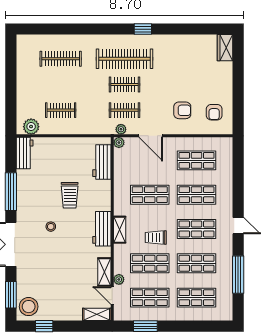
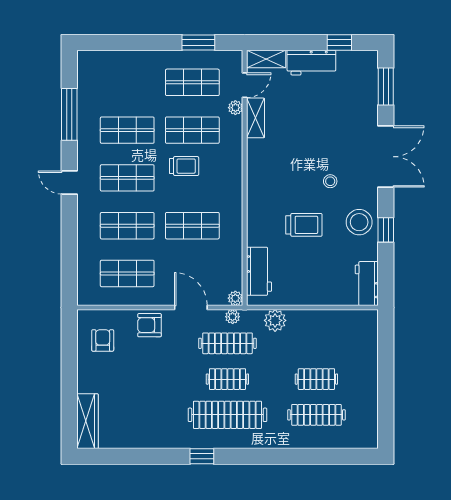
wardrobe: (225, 48) -> (87, 421), width x1.50
clothes rail: (61, 110) -> (316, 379), moved
clothes rail: (125, 110) -> (227, 343), width x1.36
armchair: (182, 110) -> (149, 325), moved
plant: (31, 127) -> (275, 320), moved
window: (11, 192) -> (386, 230), width x0.46
trolley: (70, 195) -> (304, 225), turned 90
workbench: (102, 229) -> (311, 63), moved, turned 90
shelving: (120, 230) -> (234, 177), removed
door: (112, 296) -> (245, 85), hinge flipped
shop shelf: (197, 298) -> (127, 82), removed
stool: (29, 307) -> (359, 222), moved

